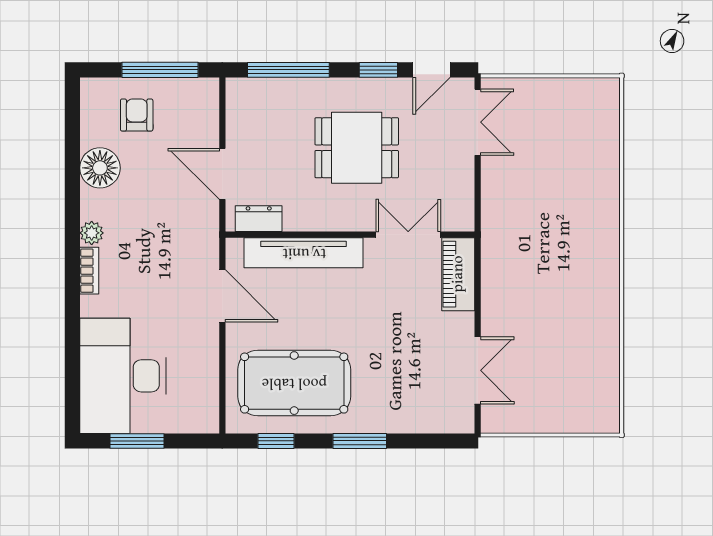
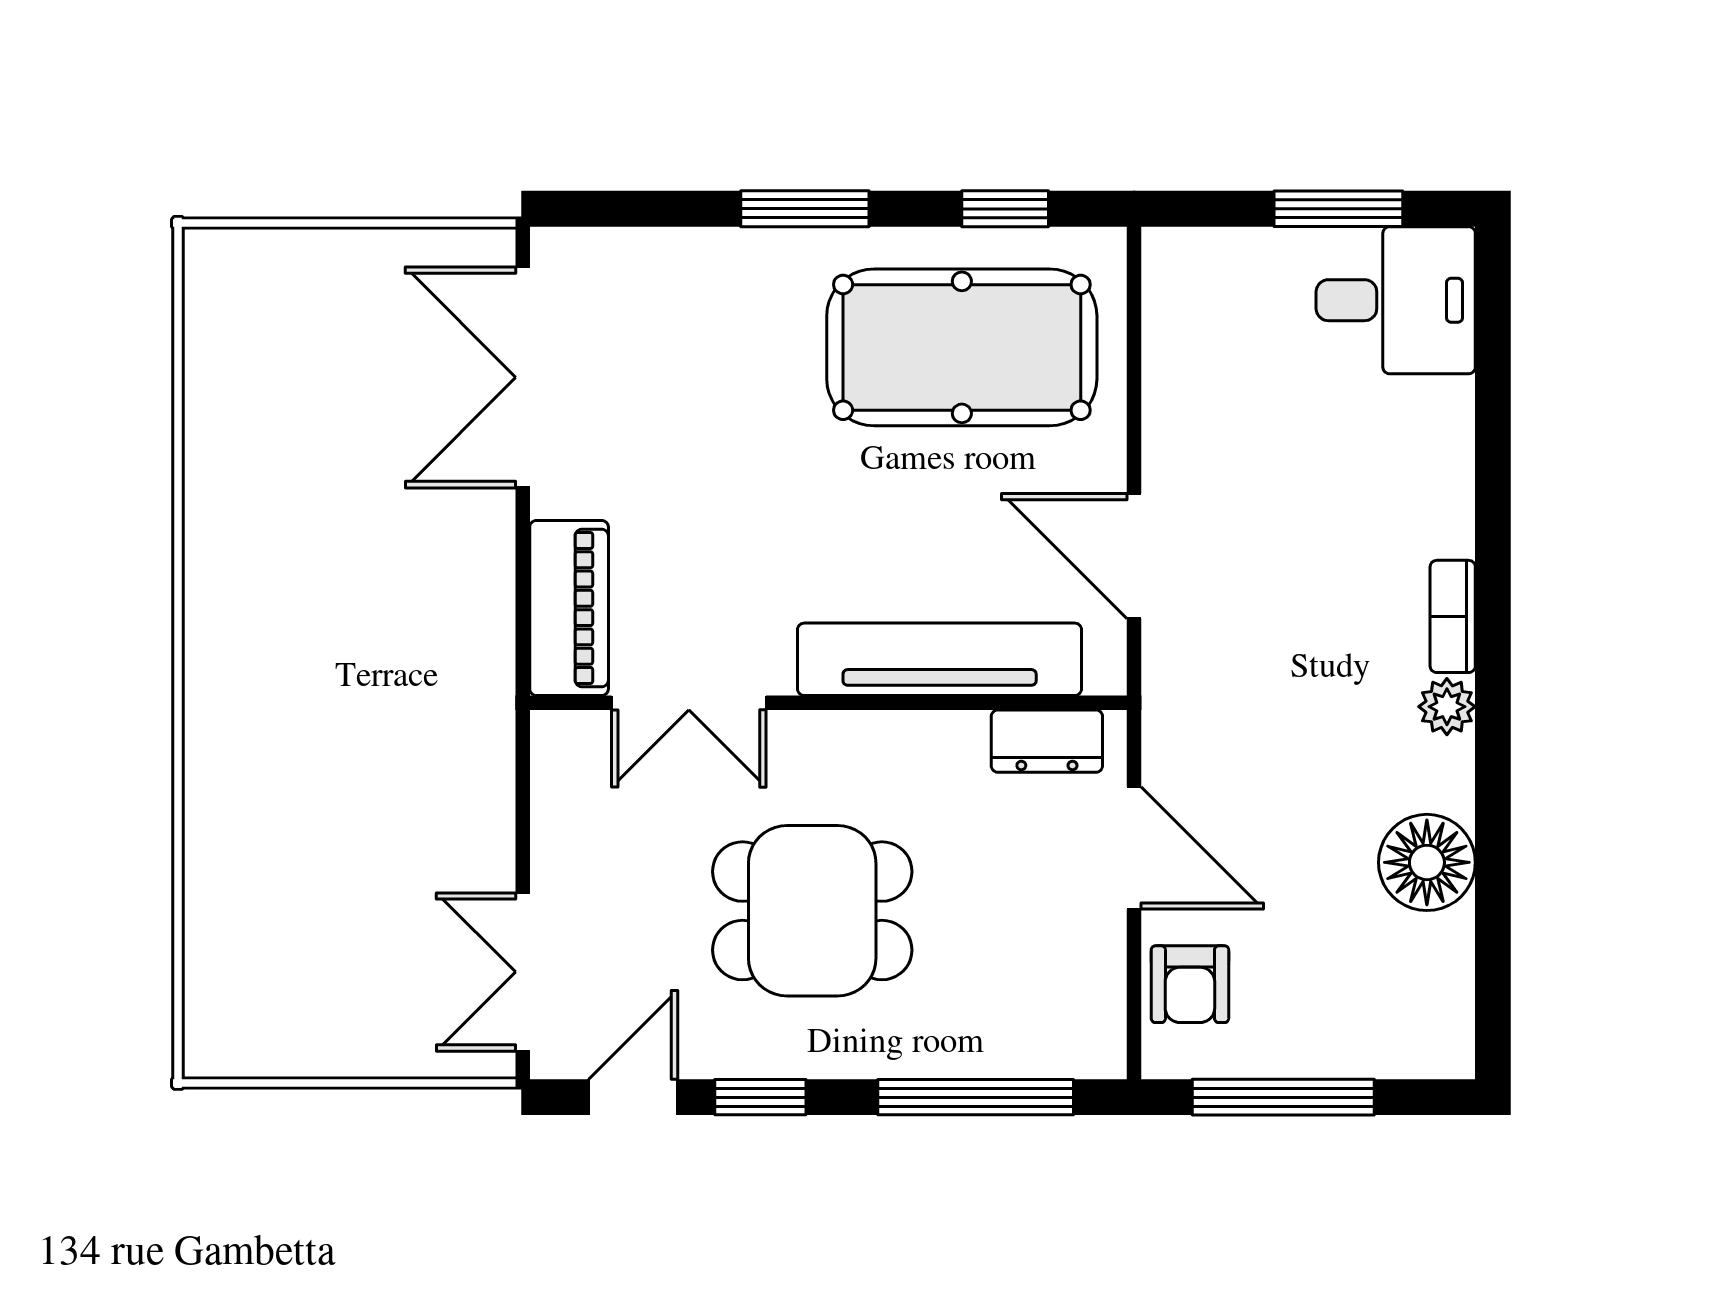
armchair: (137, 115) -> (1190, 984), moved
double door: (478, 370) -> (523, 377), width x1.37
desk: (123, 376) -> (1396, 300), width x0.53, depth x0.77

